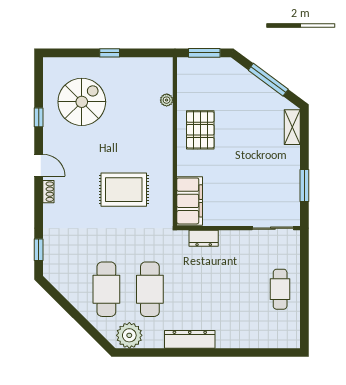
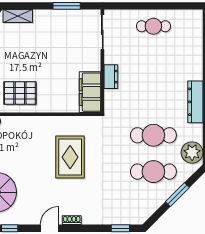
filing cabinet: (190, 201) -> (90, 92), moved, turned -90
dresser: (204, 238) -> (111, 77), moved
window: (79, 318) -> (177, 195), added

